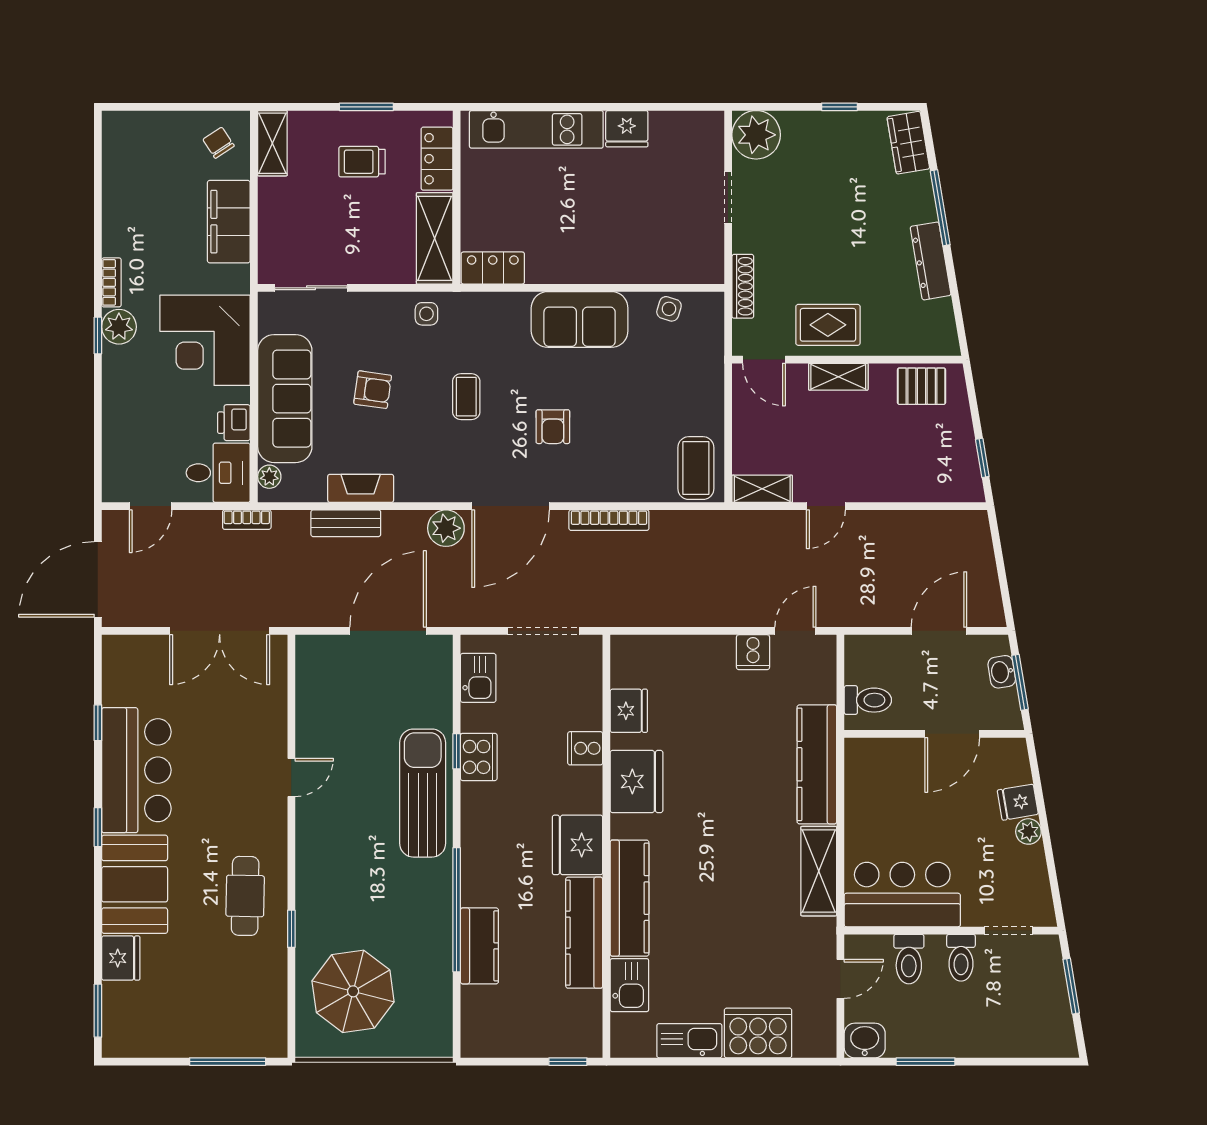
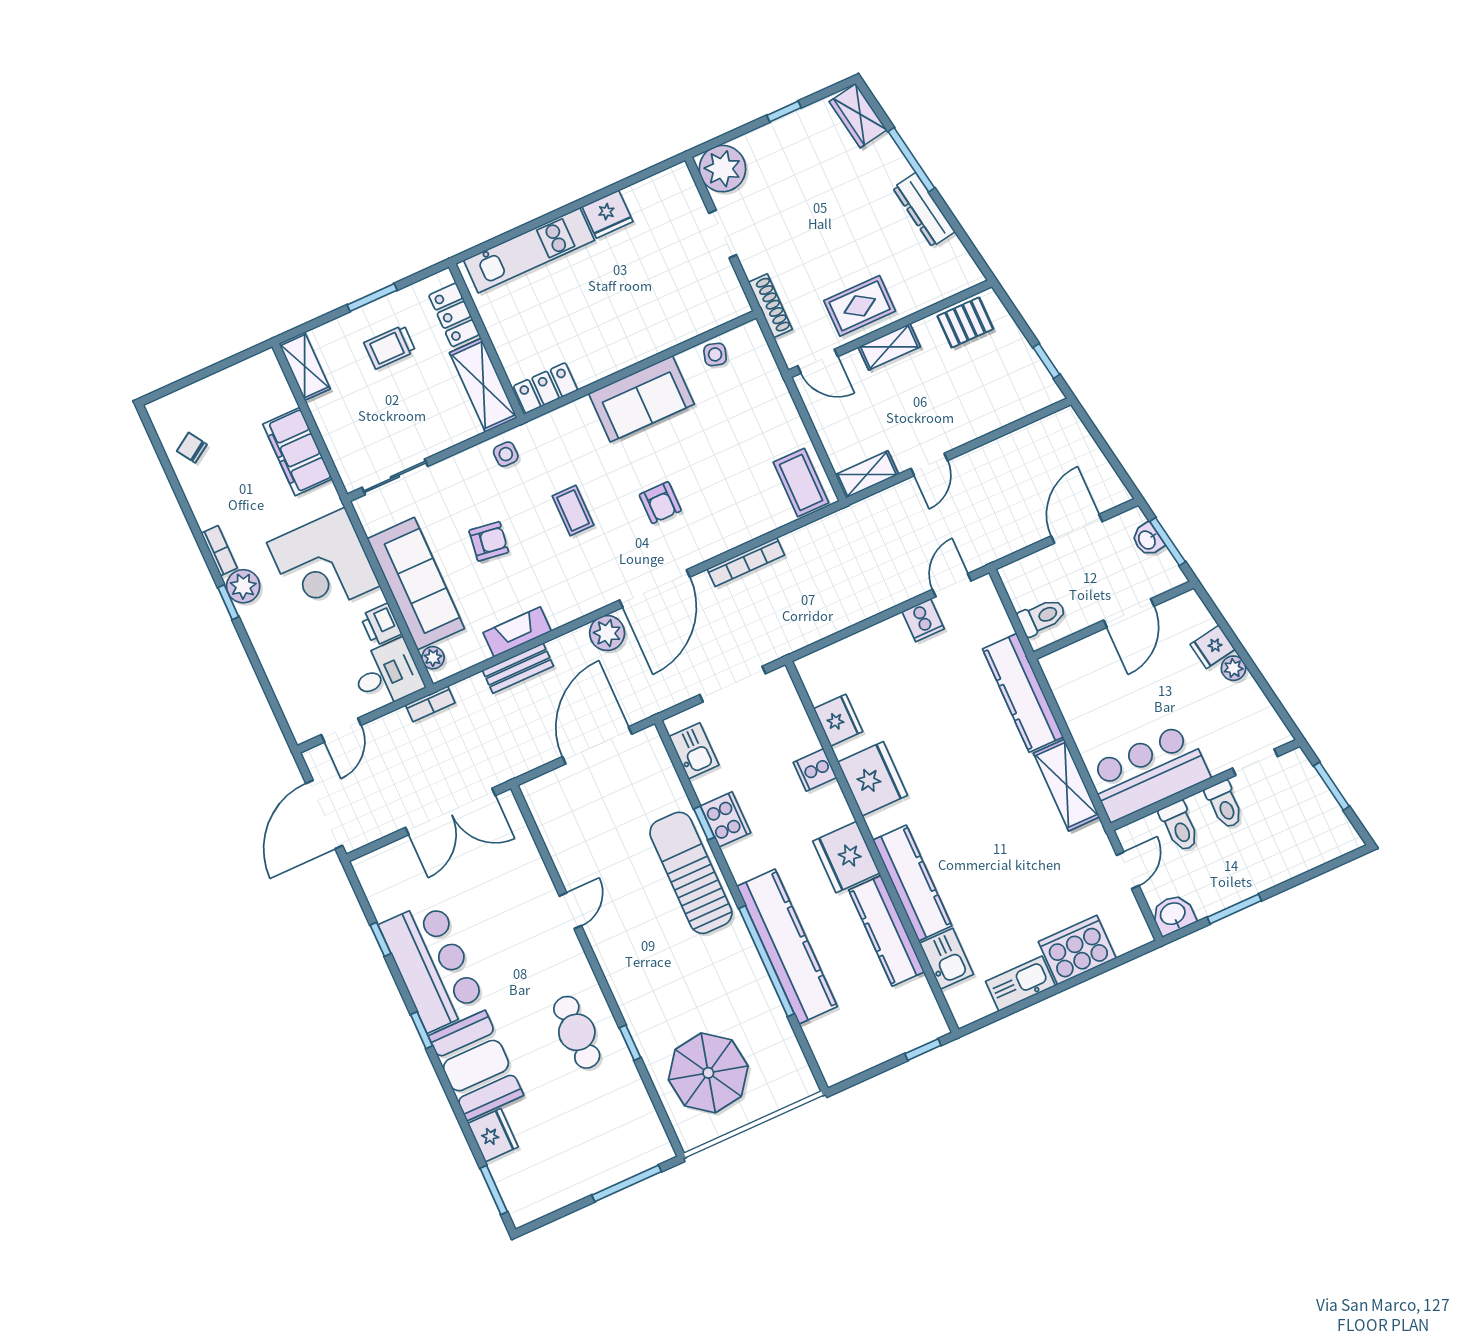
chair: (219, 143) -> (192, 448), moved
kitchen counter: (479, 946) -> (787, 947), width x2.08, depth x1.17

